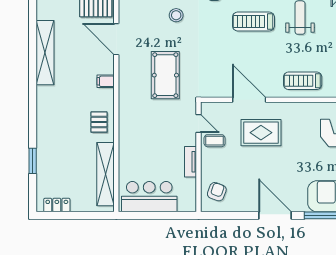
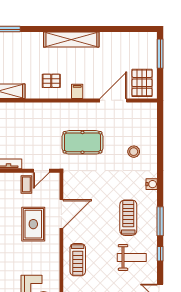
shelving: (45, 53) -> (71, 40), moved
treadmill: (303, 81) -> (78, 260), turned 180
pallet: (99, 122) -> (51, 81), moved

